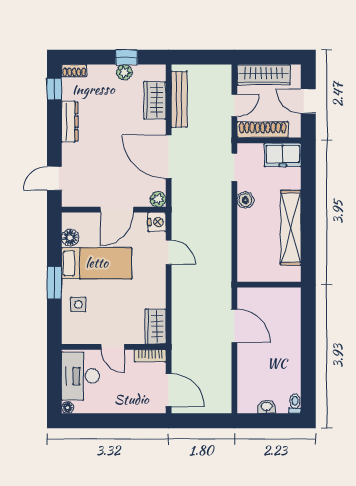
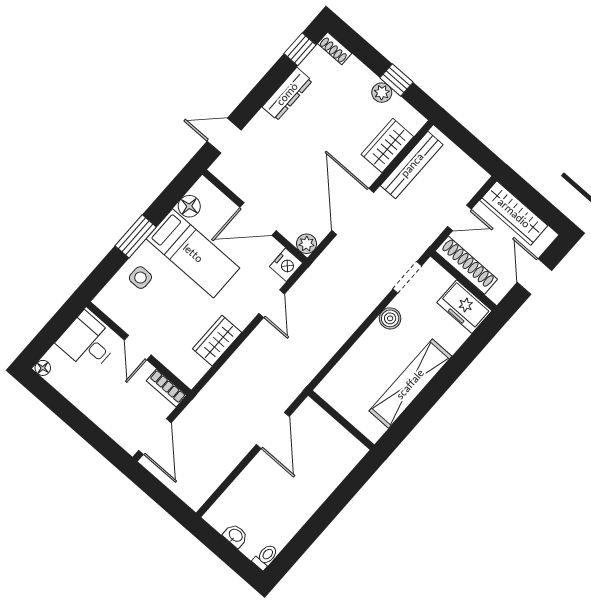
wardrobe: (156, 326) -> (217, 341), moved
desk: (81, 376) -> (88, 342), width x0.73

